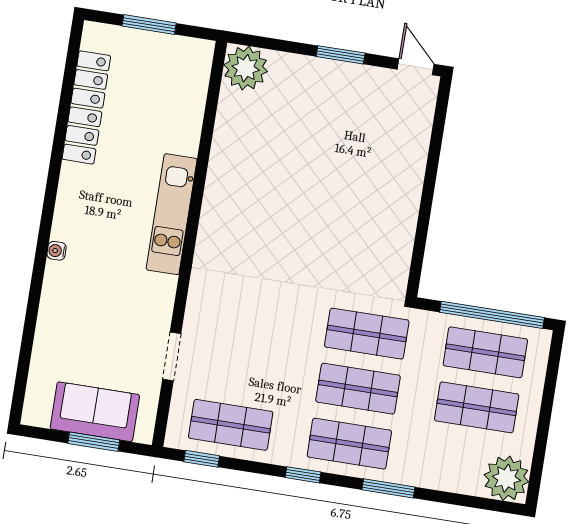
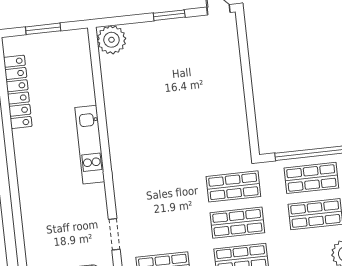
water cooler: (57, 251) -> (24, 187), removed

